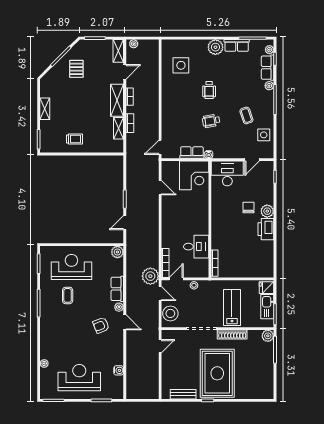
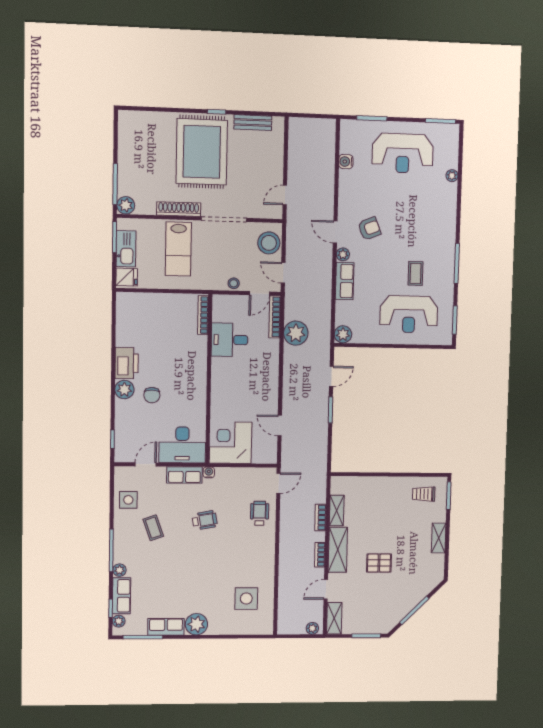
pallet: (76, 69) -> (379, 563), moved, turned 90
wheelchair: (209, 90) -> (260, 513), moved
trolley: (74, 139) -> (424, 494), moved
row of seats: (192, 152) -> (184, 475), moved
plant: (150, 276) -> (296, 333), moved

